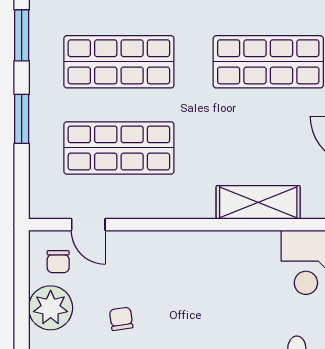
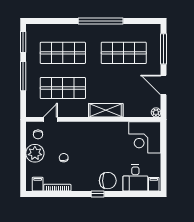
window: (22, 119) -> (23, 76), width x1.44
shelving: (258, 202) -> (106, 110), moved
door: (88, 225) -> (50, 119), swing flipped

